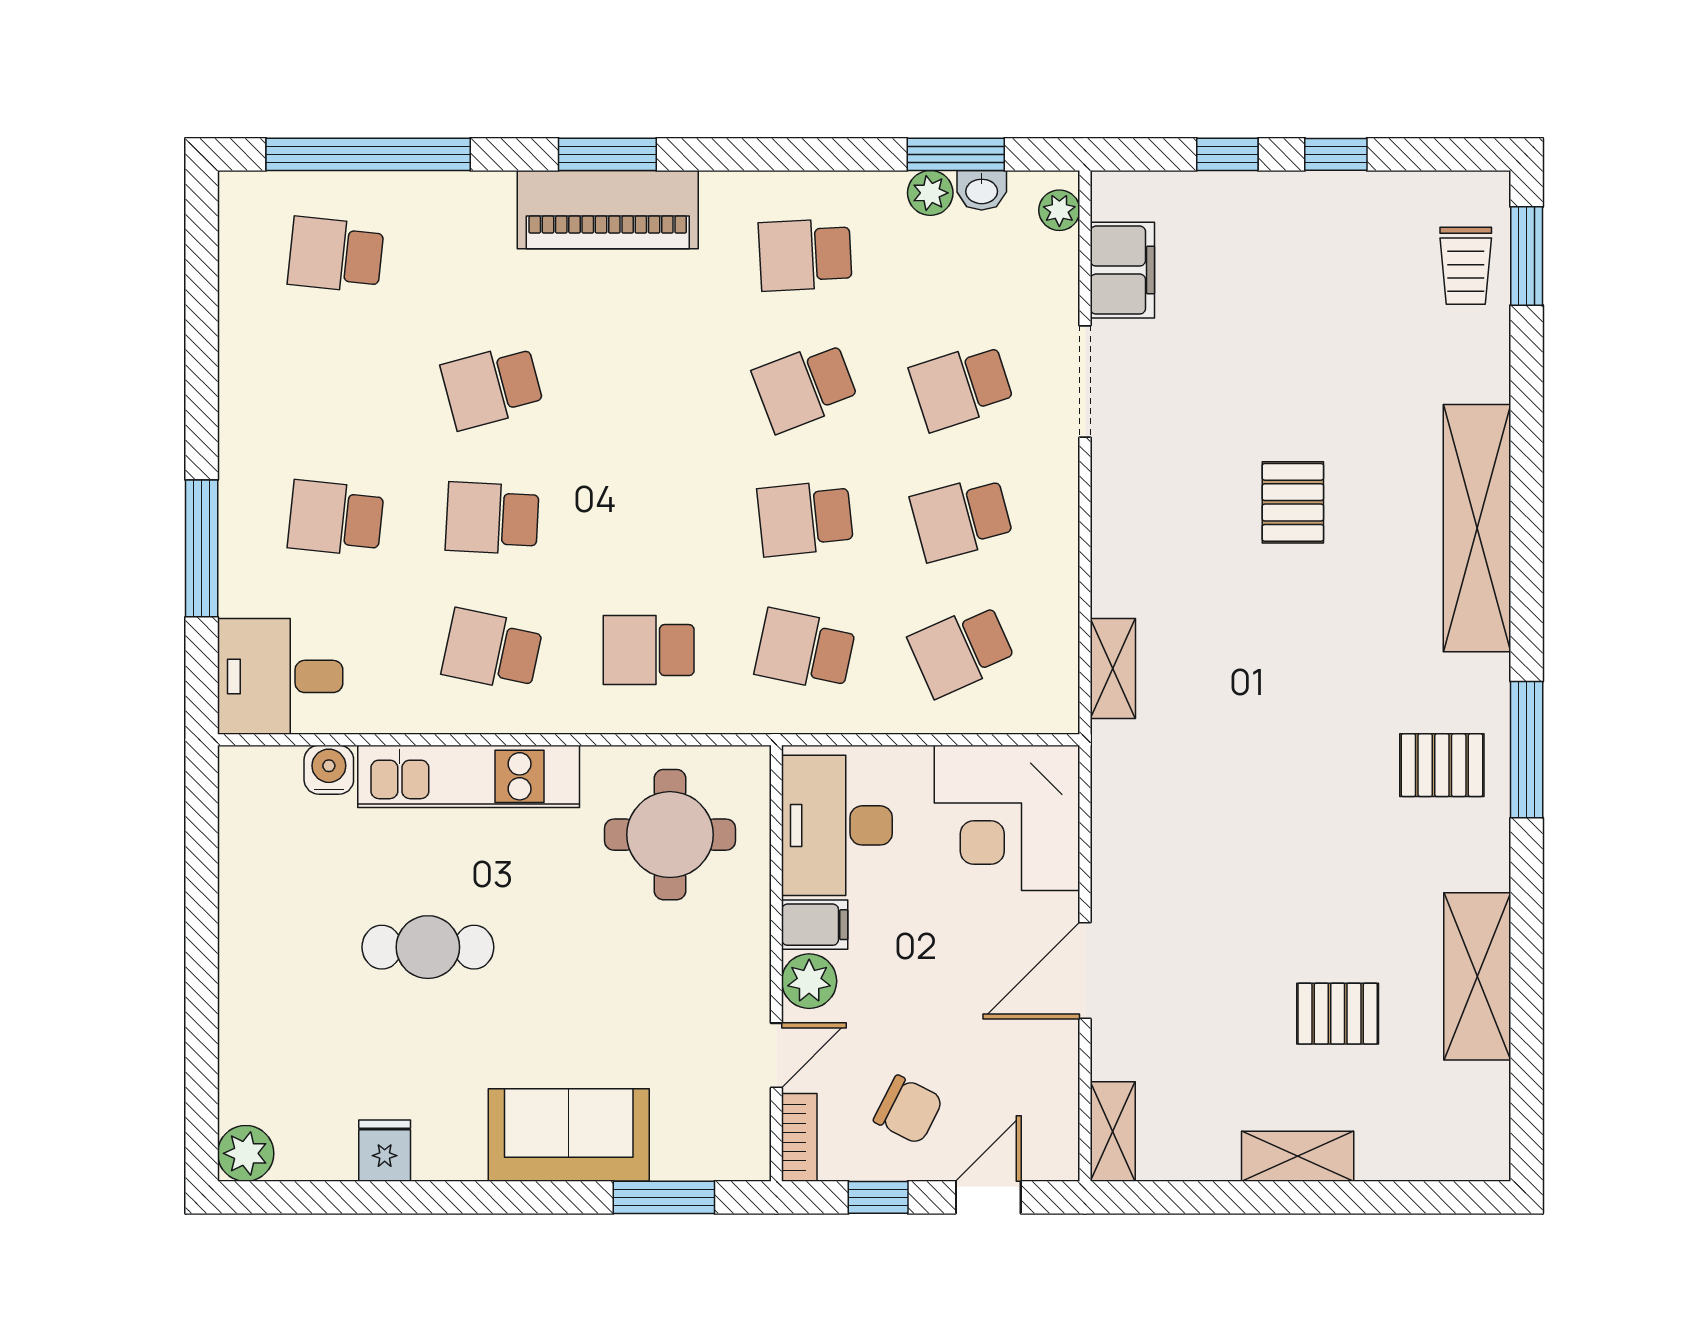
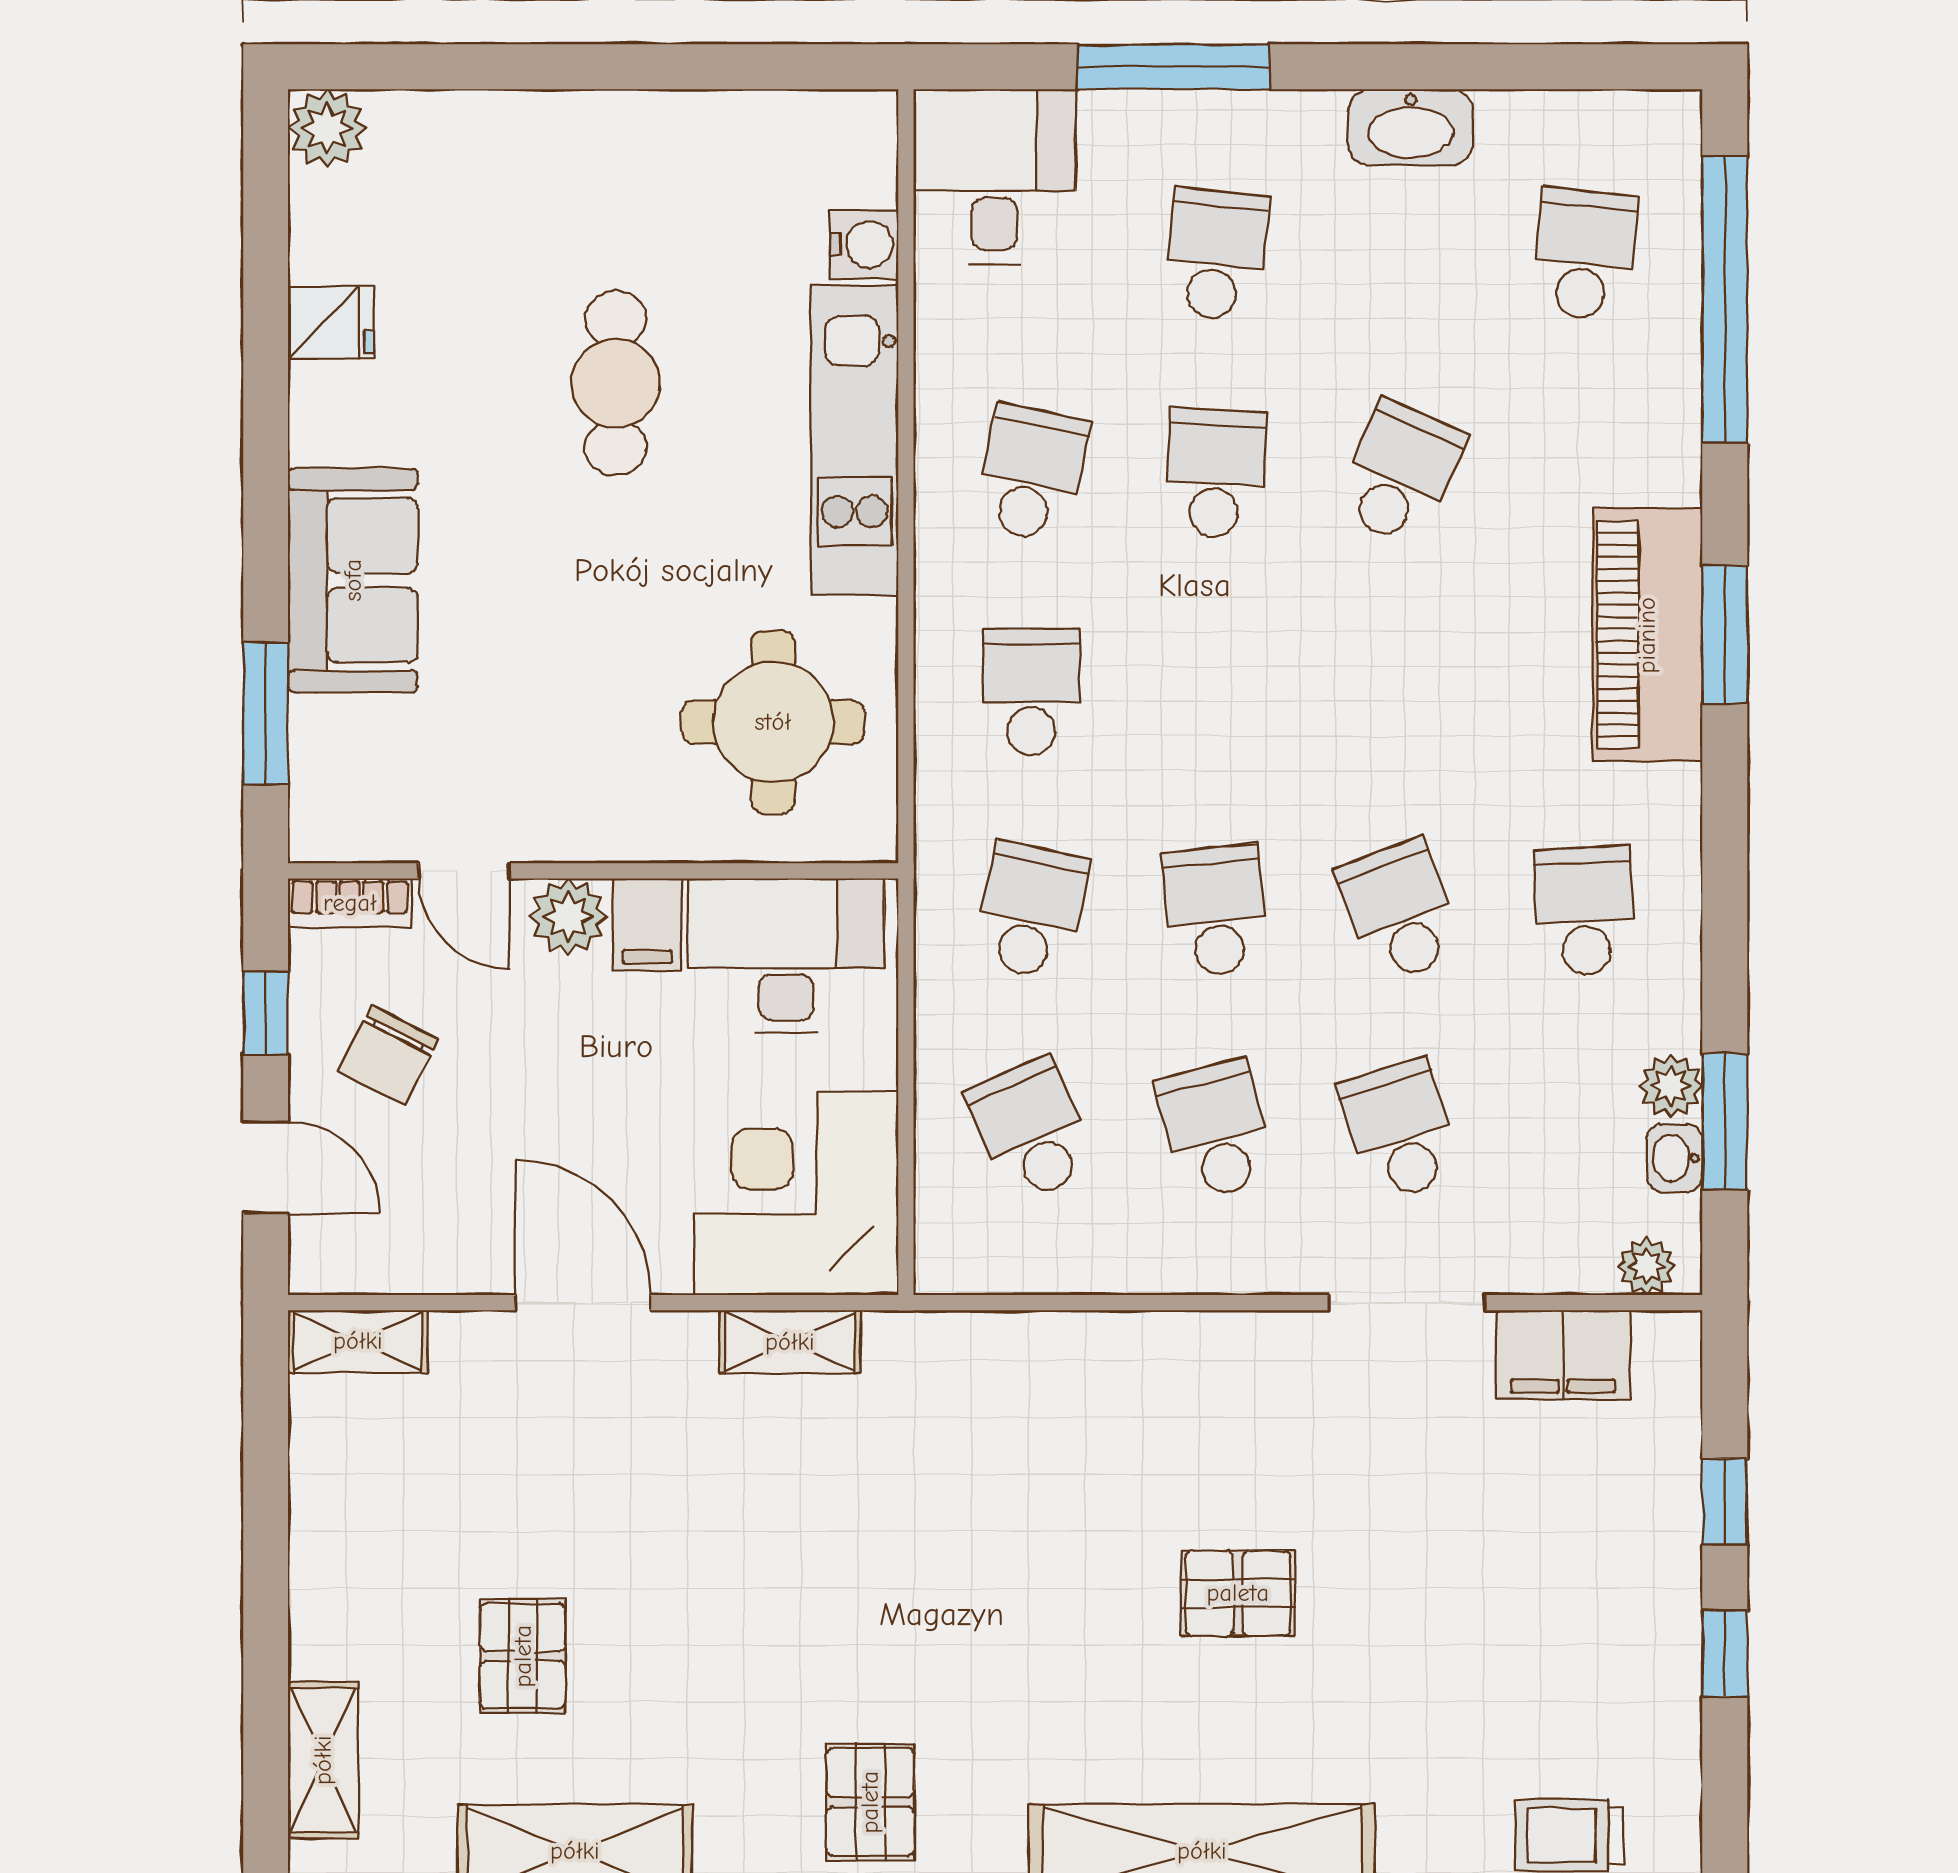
washbasin: (245, 379) -> (1411, 127), added
school desk: (492, 387) -> (1400, 473), turned 39
shelving: (1113, 669) -> (790, 1342), moved
shelving: (1298, 1156) -> (323, 1760), moved

